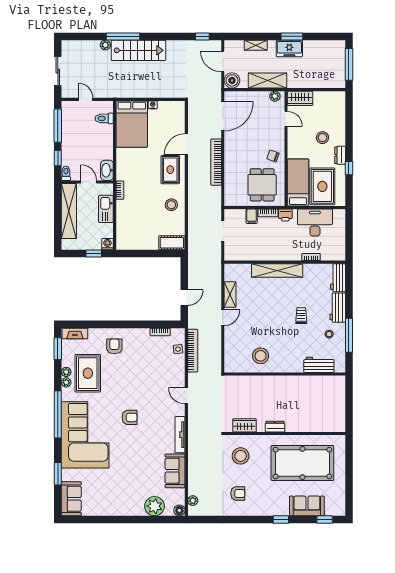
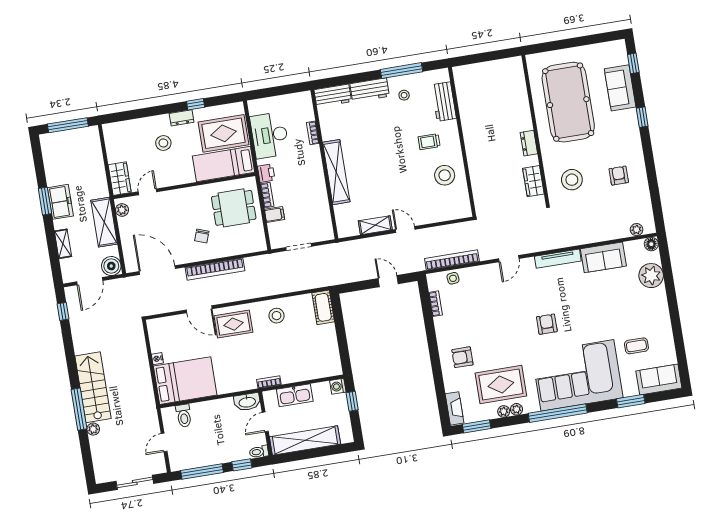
chair: (273, 156) -> (202, 236), moved
trolley: (301, 316) -> (429, 142), moved
coffee table: (101, 485) -> (636, 346), added

